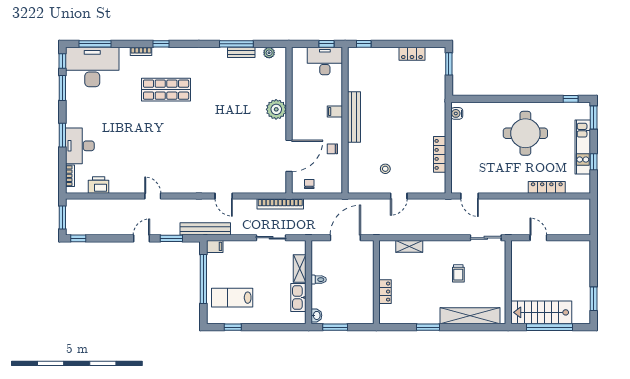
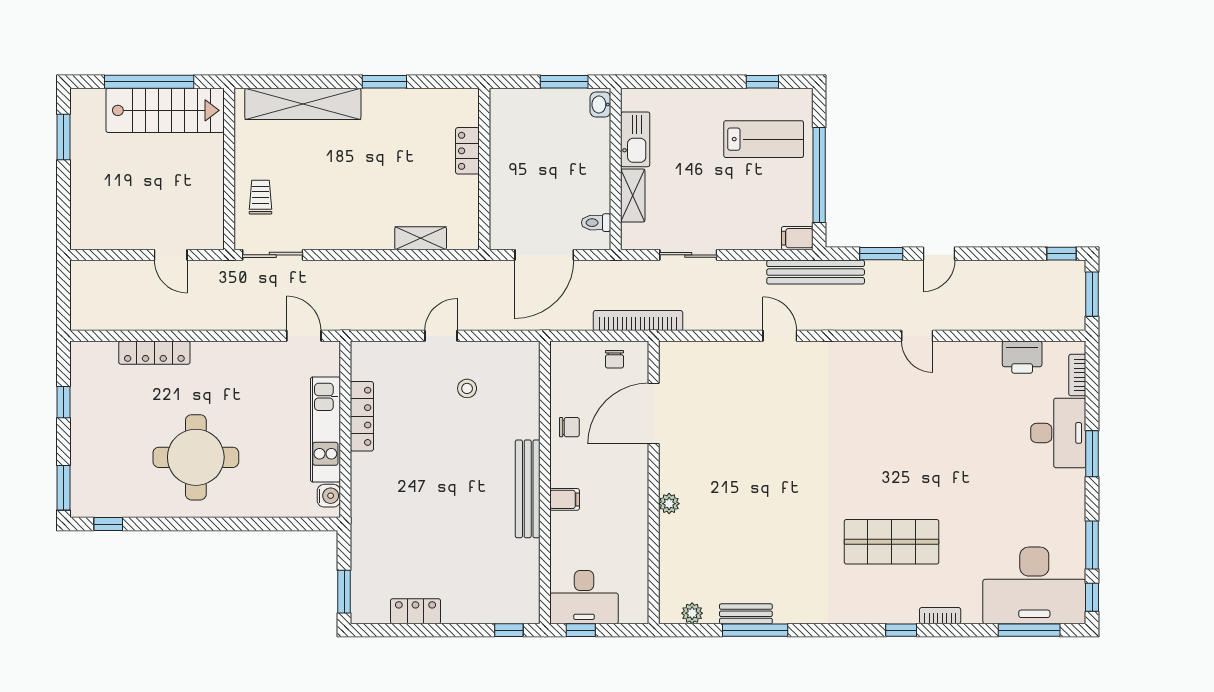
plant: (276, 109) -> (669, 504), width x0.53, depth x0.53
kitchen unit: (583, 147) -> (325, 430), moved, turned 180
bookcase: (280, 204) -> (638, 321), moved
trolley: (458, 273) -> (260, 197), moved
toilet: (319, 280) -> (596, 223), moved

